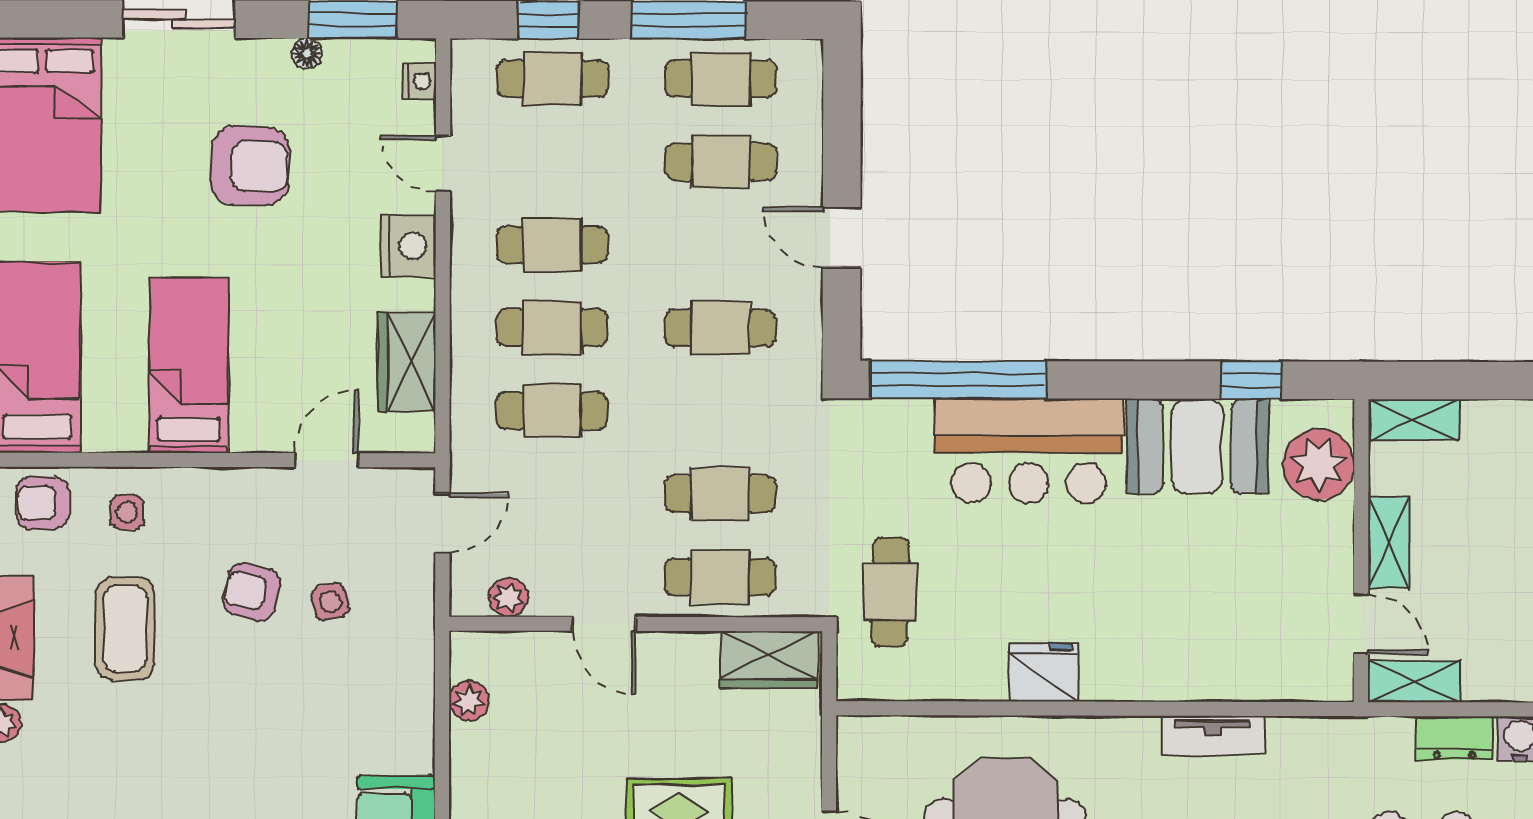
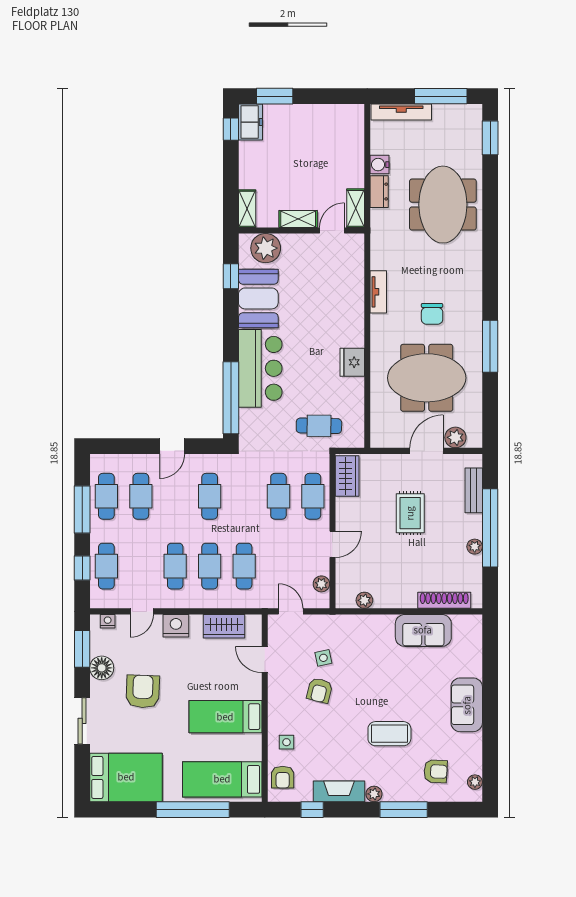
floor lamp: (307, 53) -> (102, 668), width x1.89, depth x1.89
coffee table: (125, 628) -> (389, 734), moved

